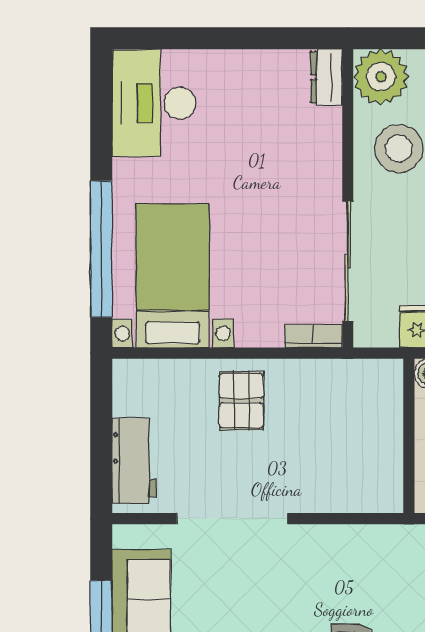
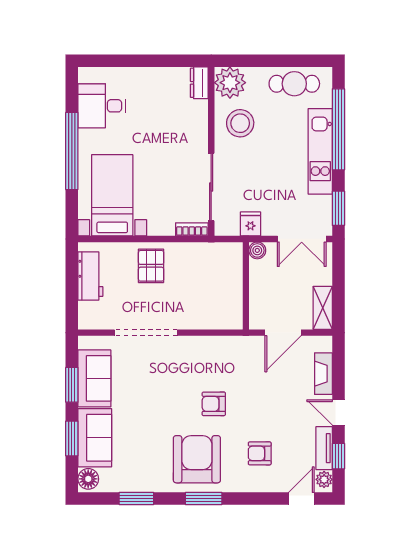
desk: (154, 103) -> (102, 106), width x0.73
window: (101, 249) -> (72, 151), moved
workbench: (134, 461) -> (90, 276), moved

